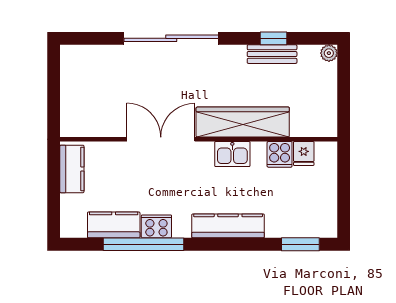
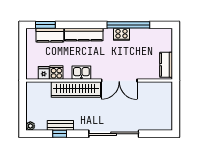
kitchen counter: (114, 225) -> (50, 35), moved

